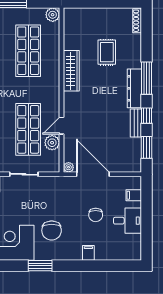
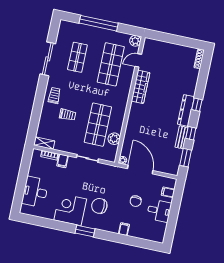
rug: (107, 52) -> (171, 78), removed
window: (146, 78) -> (197, 105), width x0.46
door: (62, 126) -> (138, 60), moved
chair: (52, 230) -> (99, 206), turned 90

